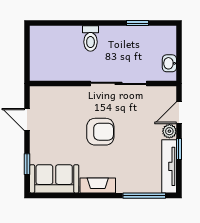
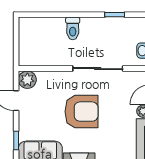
plant: (40, 96) -> (27, 80), added
armchair: (100, 132) -> (82, 112), width x1.36, depth x1.36

